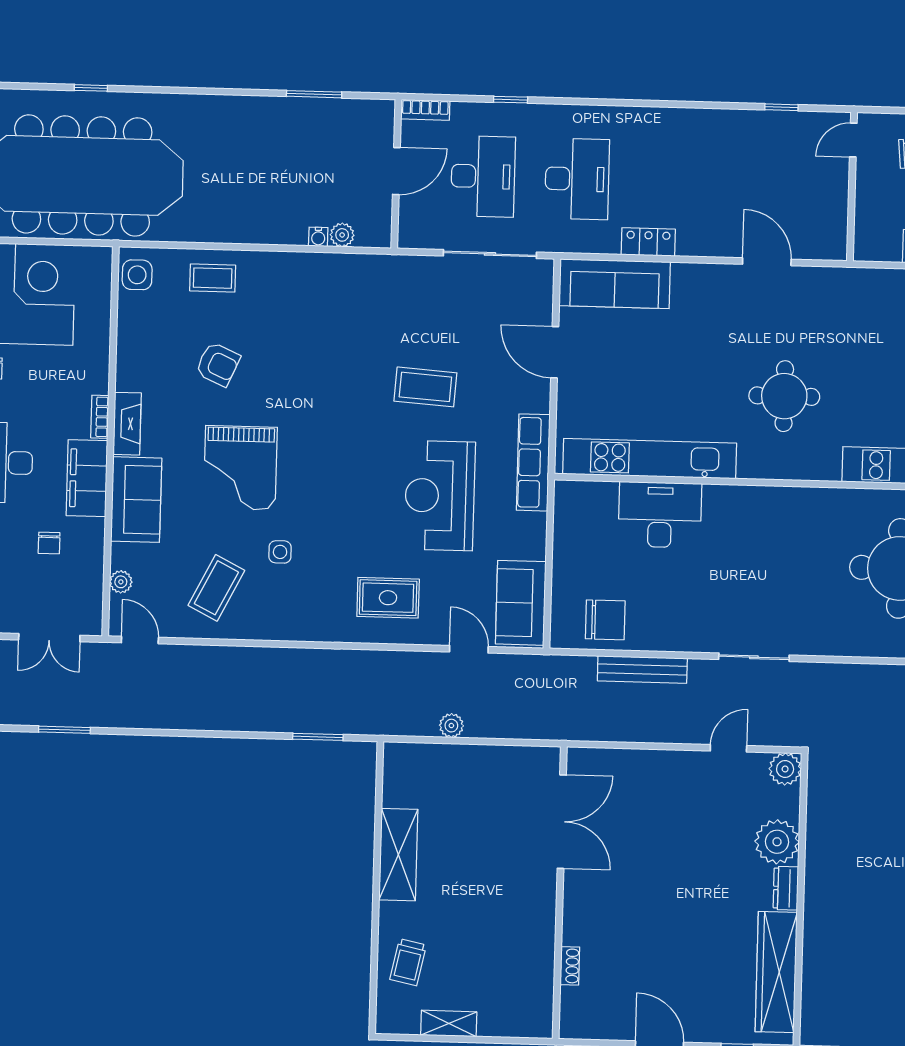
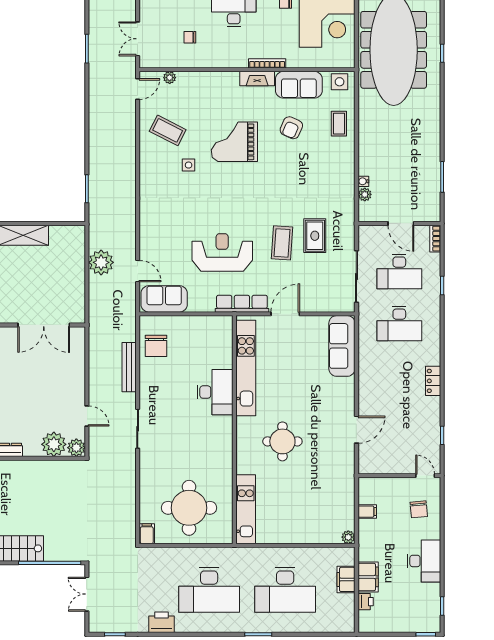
locker: (648, 242) -> (433, 381), moved, turned 180
door: (555, 352) -> (285, 314), moved
bookcase: (100, 417) -> (267, 63), width x1.56
filing cabinet: (87, 478) -> (226, 57), removed
sofa: (136, 500) -> (299, 85), moved
desk: (660, 515) -> (215, 392), moved
rug: (388, 598) -> (315, 236), moved
door: (469, 649) -> (138, 271), hinge flipped
plant: (451, 726) -> (101, 262), width x1.87, depth x1.87
plant: (777, 842) -> (54, 444), moved

